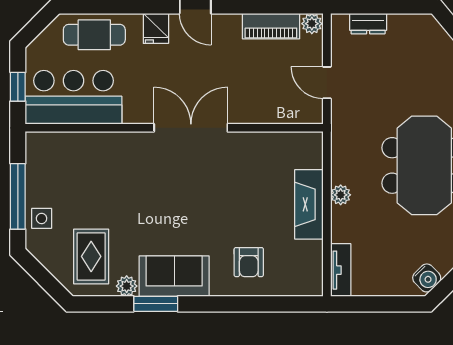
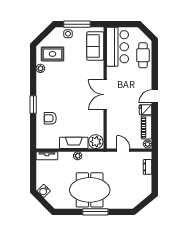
fridge: (156, 28) -> (146, 110), moved
door: (327, 83) -> (123, 150), hinge flipped
window: (18, 87) -> (122, 24), removed
double door: (191, 128) -> (105, 95), swing flipped
plant: (306, 150) -> (96, 142), added
sofa: (174, 276) -> (95, 46), moved, turned 180
window: (156, 304) -> (33, 104), moved

